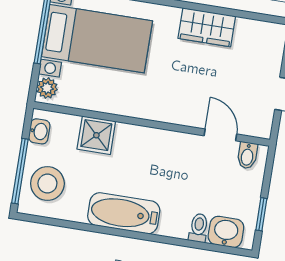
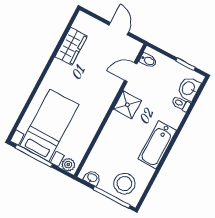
wardrobe: (207, 27) -> (71, 46), moved
shower: (96, 135) -> (127, 105), moved

